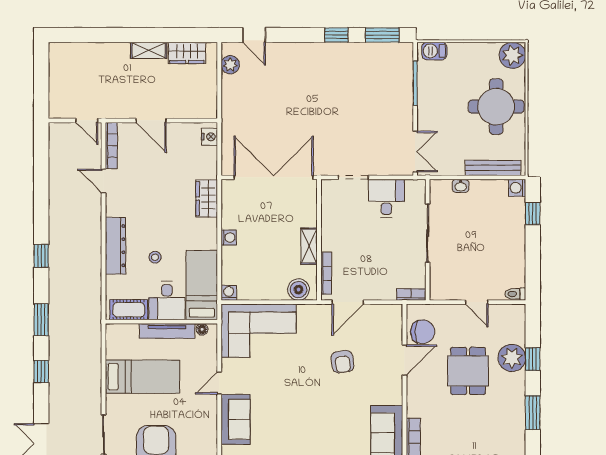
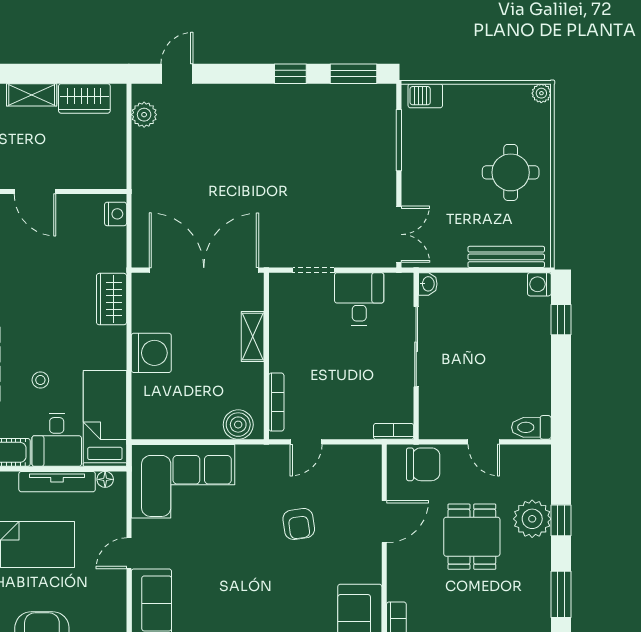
door: (254, 35) -> (177, 74), swing flipped
plant: (512, 55) -> (541, 93), width x0.53, depth x0.53
round table: (496, 107) -> (511, 172), width x0.73, depth x0.73
washbasin: (461, 186) -> (428, 284), moved, turned -90
washing machine: (229, 238) -> (151, 353), width x1.89, depth x1.89
shelving: (309, 246) -> (253, 337), moved
washing machine: (229, 293) -> (142, 429), removed
toilet: (515, 294) -> (531, 427), width x1.37, depth x1.39
door: (348, 302) -> (306, 442), width x0.73
chair: (423, 332) -> (423, 464), moved

